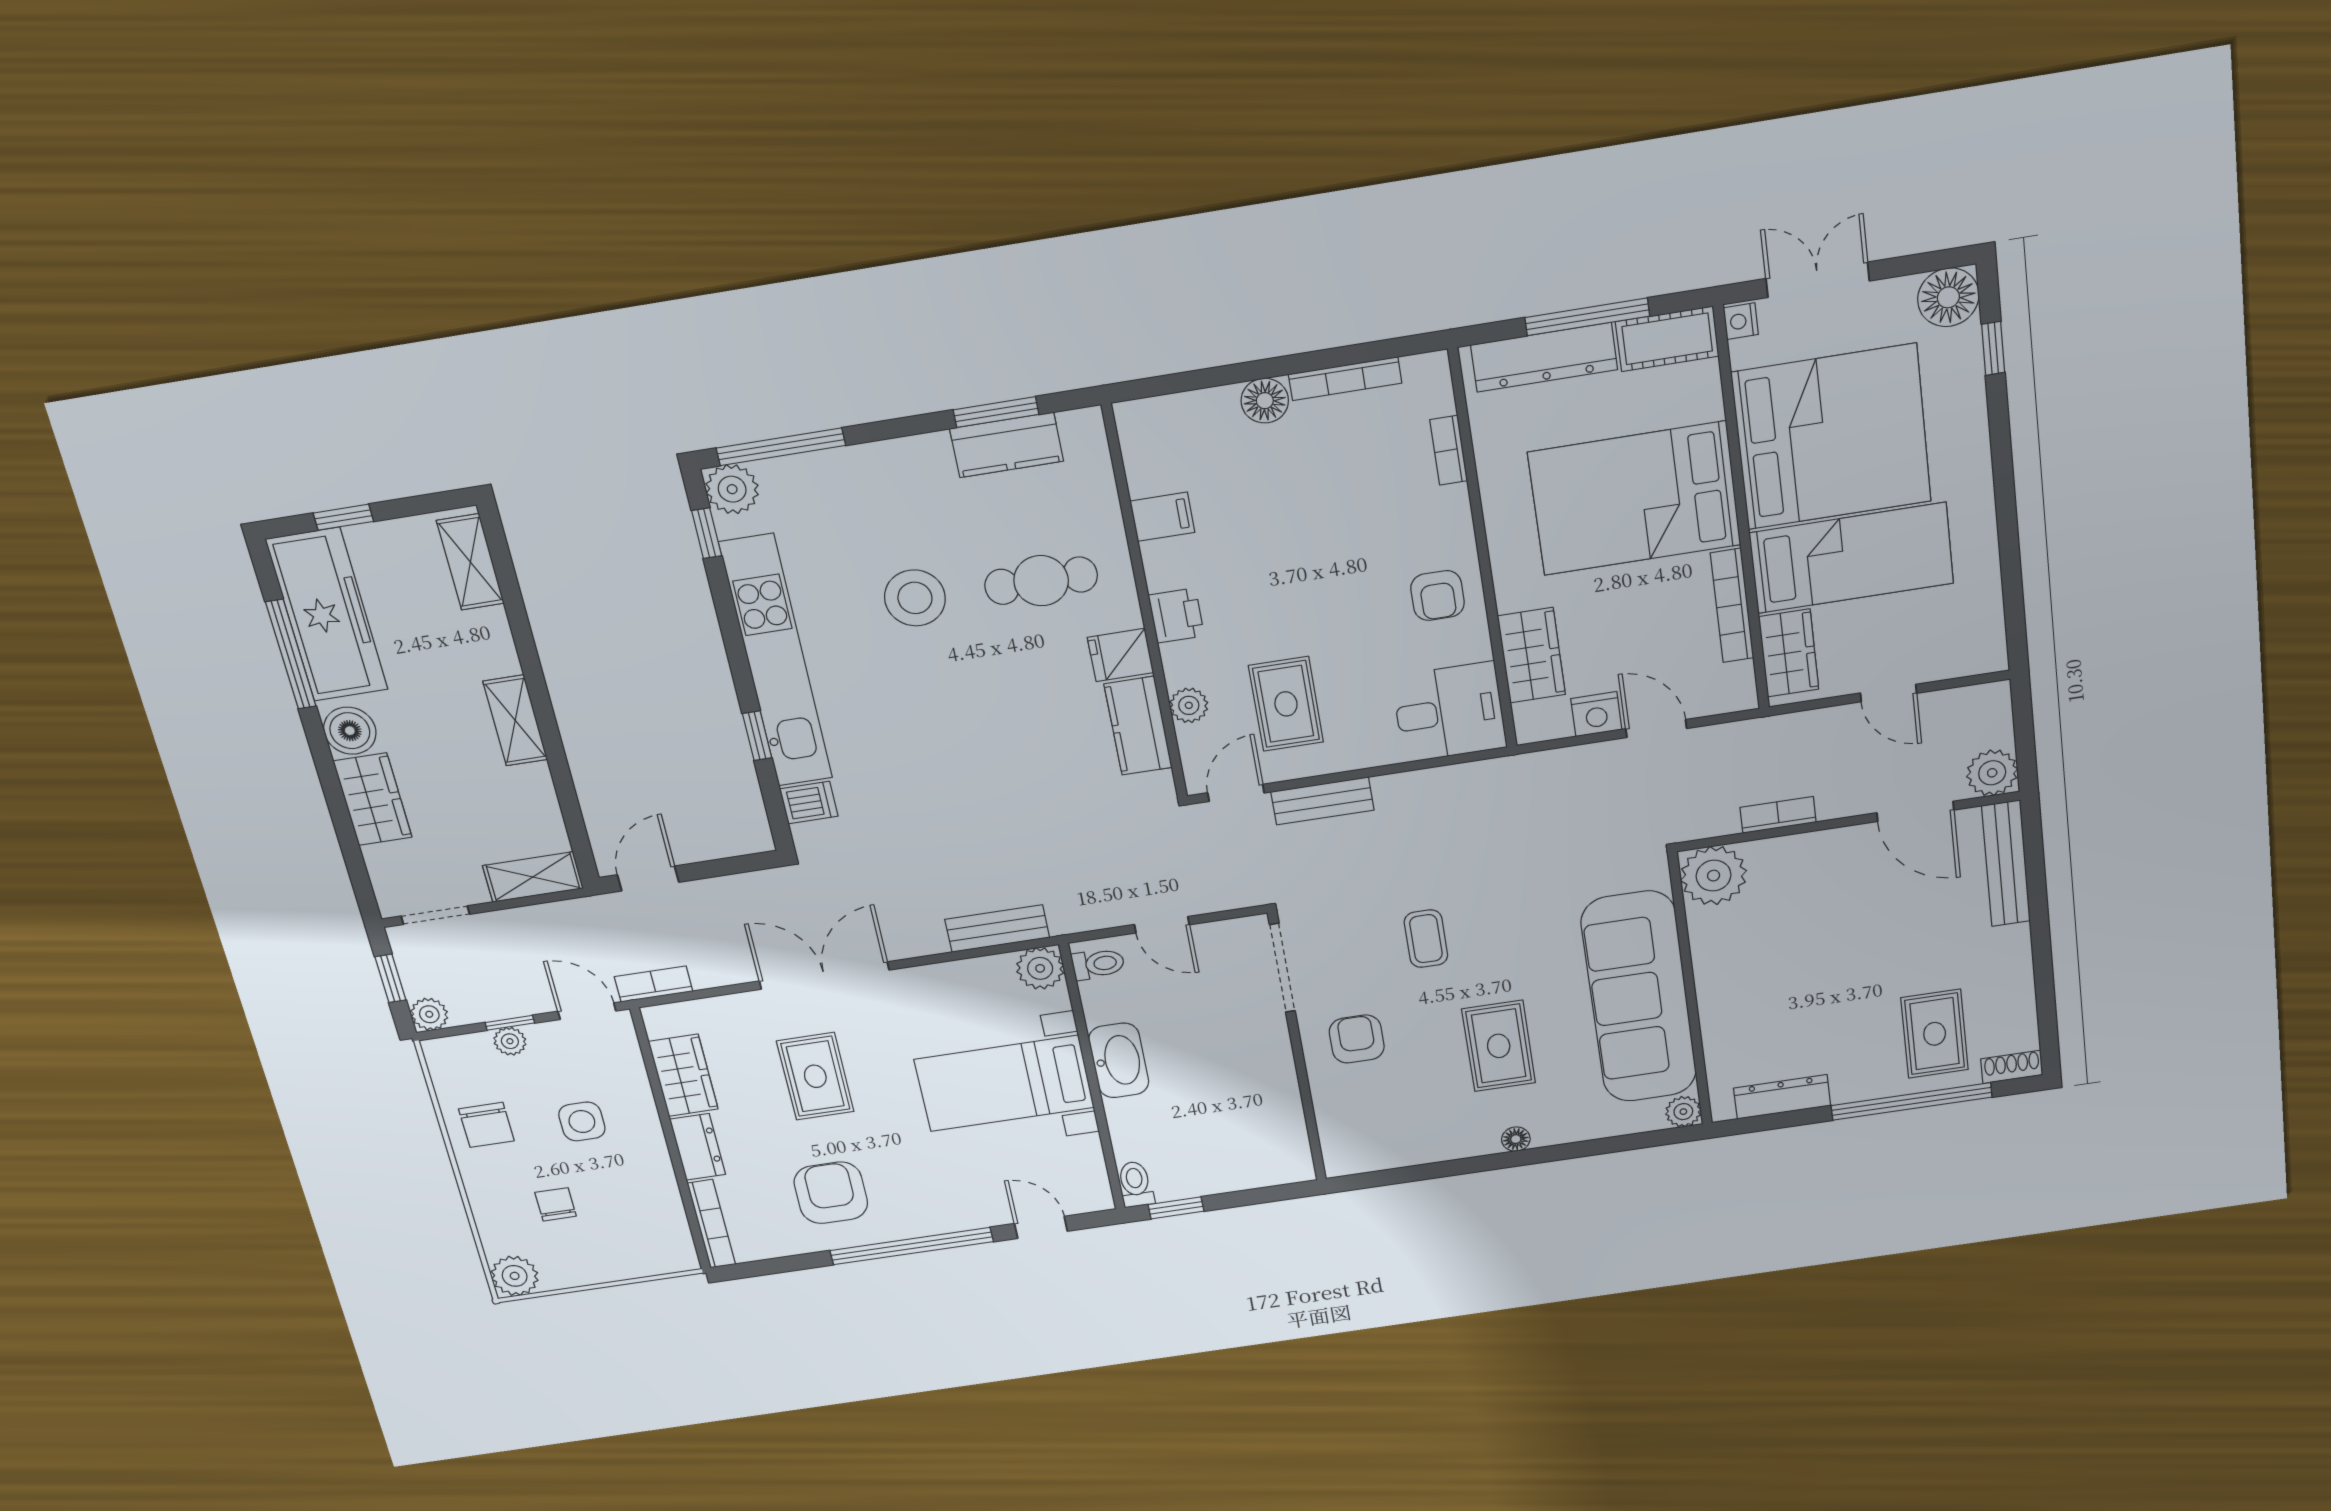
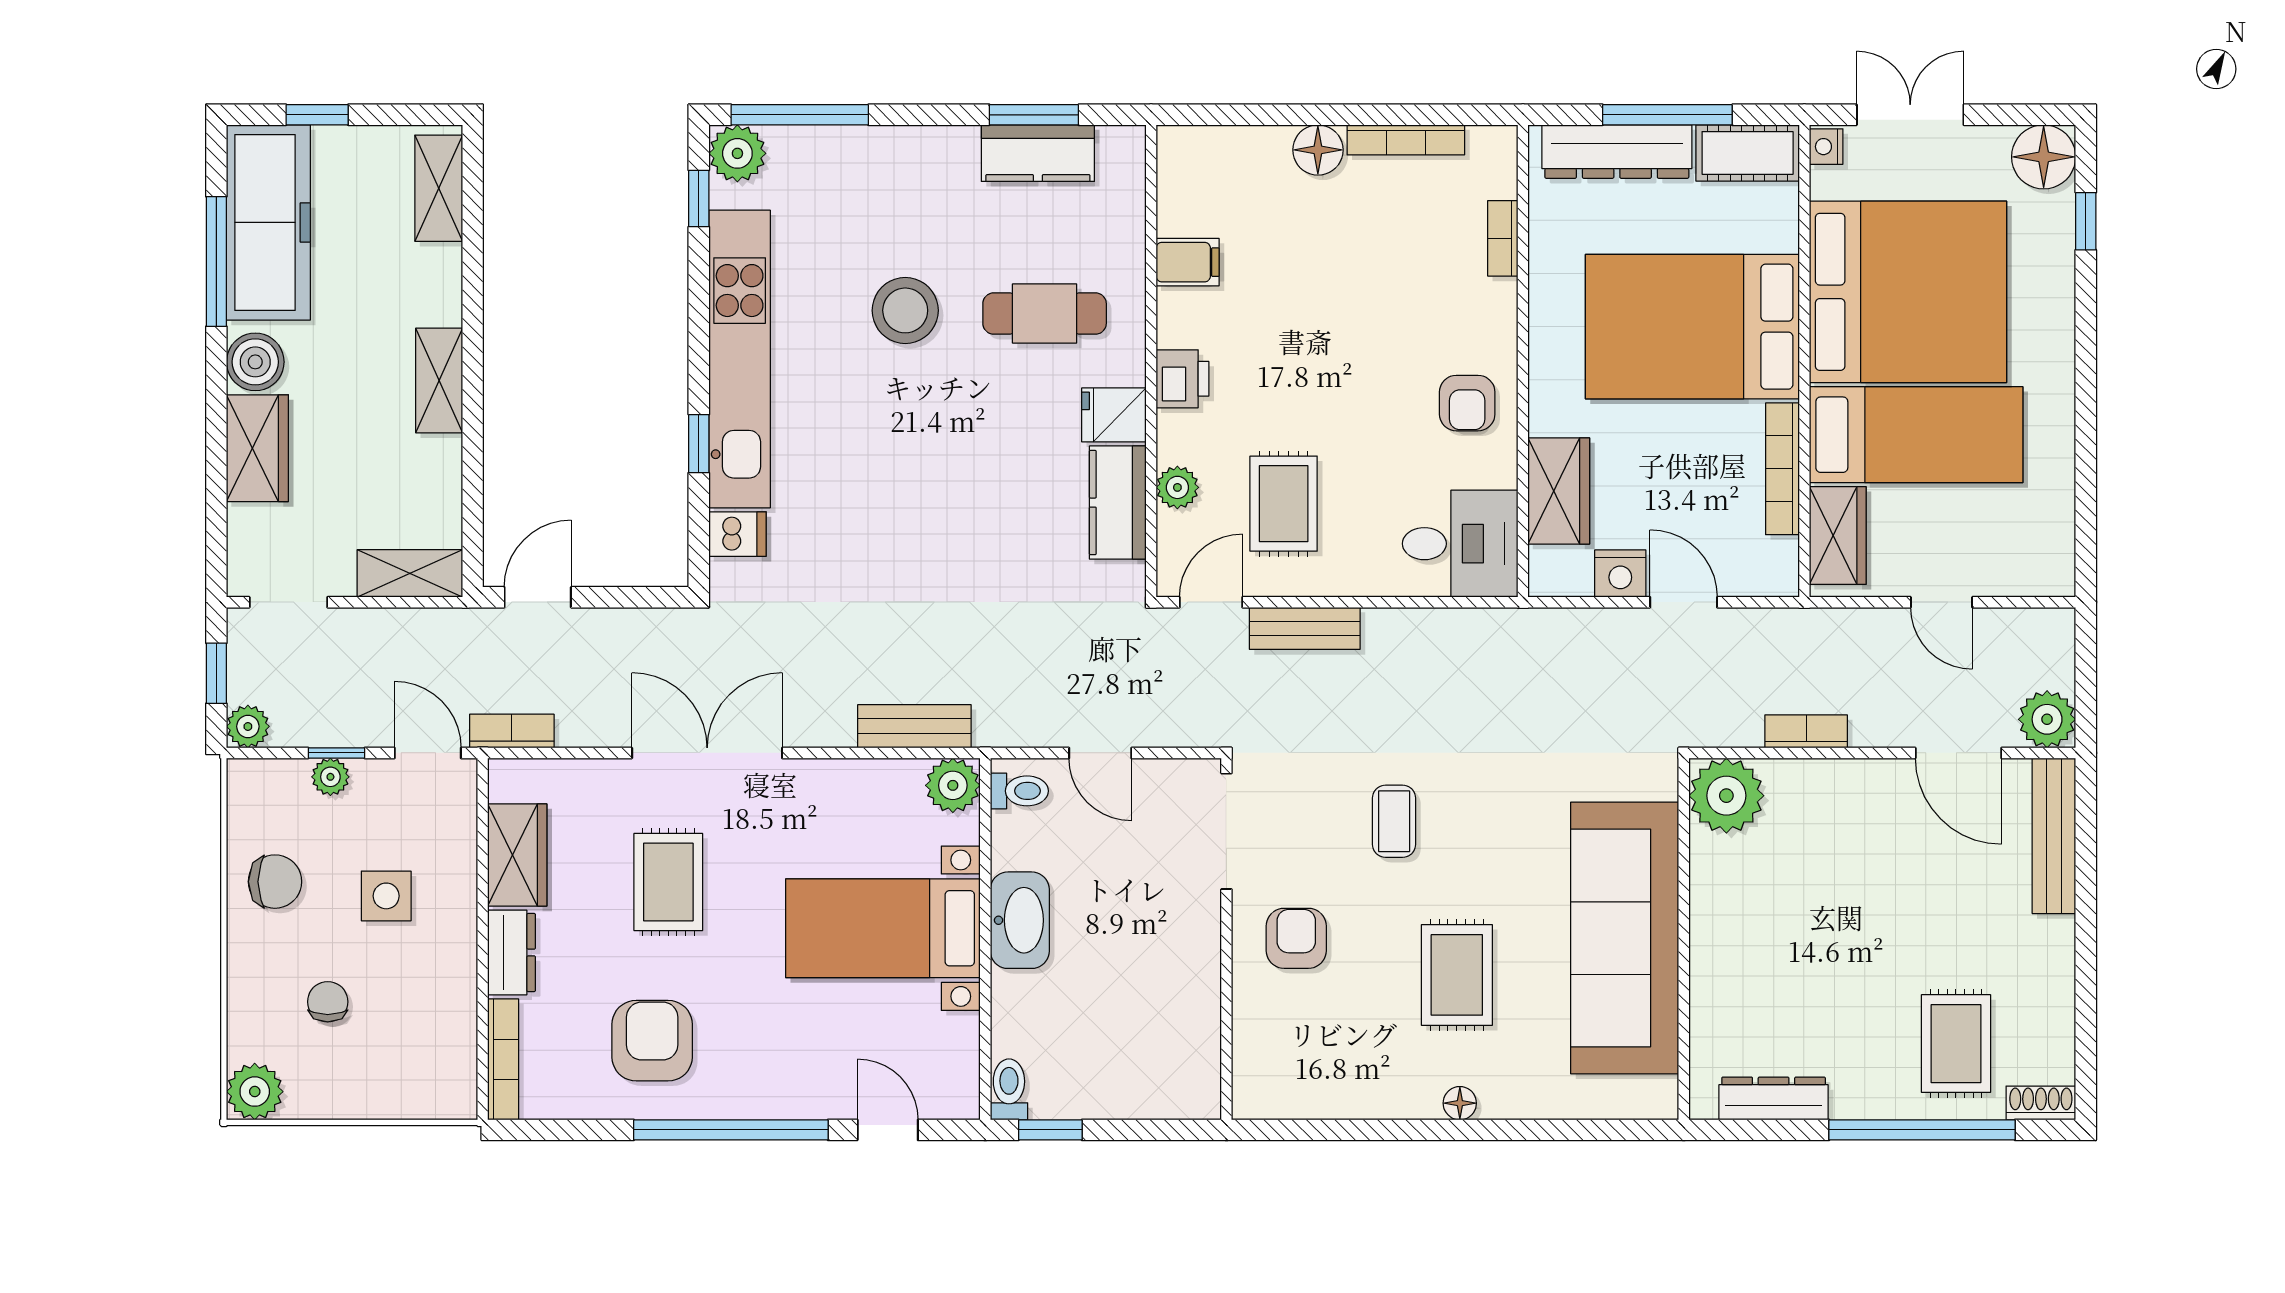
plant: (1683, 1112) -> (1658, 1099), removed
chair: (486, 1125) -> (275, 882), turned -90

